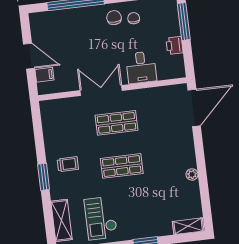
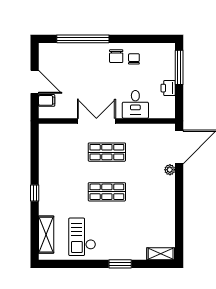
chair: (114, 18) -> (116, 56), turned 180
trolley: (68, 164) -> (58, 184), removed
plant: (192, 174) -> (170, 170), moved
window: (44, 177) -> (35, 193), width x0.67

